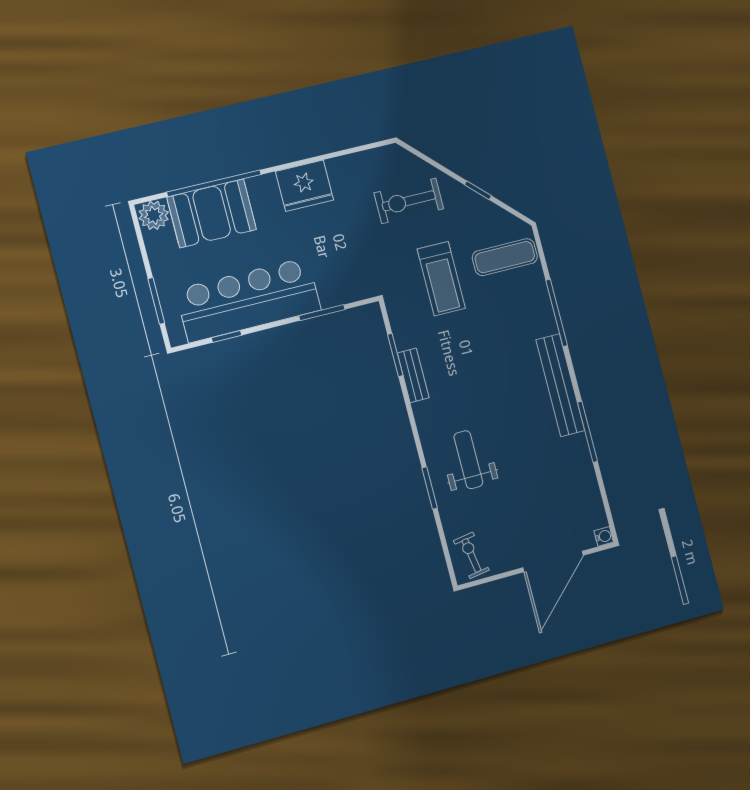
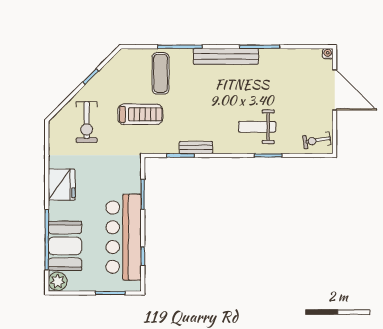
exercise mat: (505, 257) -> (161, 73), moved

